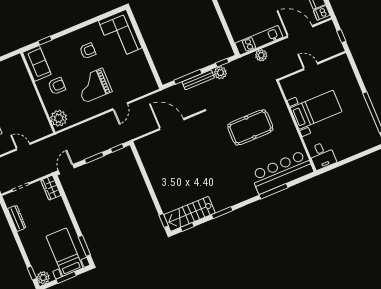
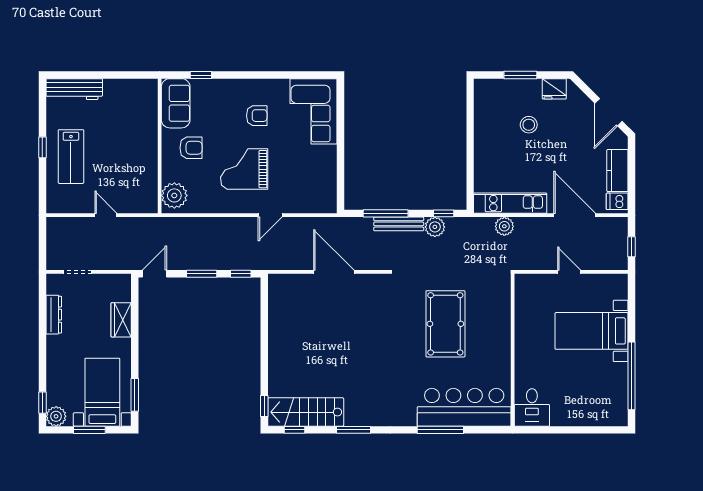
bed with nightstands: (316, 110) -> (592, 331), moved, turned 180
pool table: (250, 127) -> (445, 324), turned 90
wardrobe: (51, 188) -> (121, 320), moved

